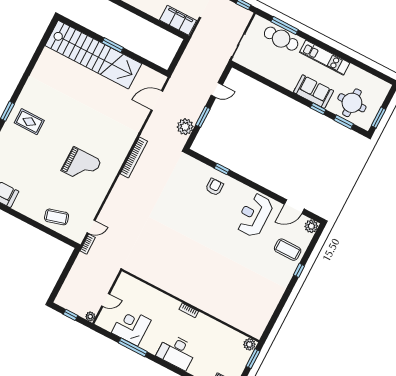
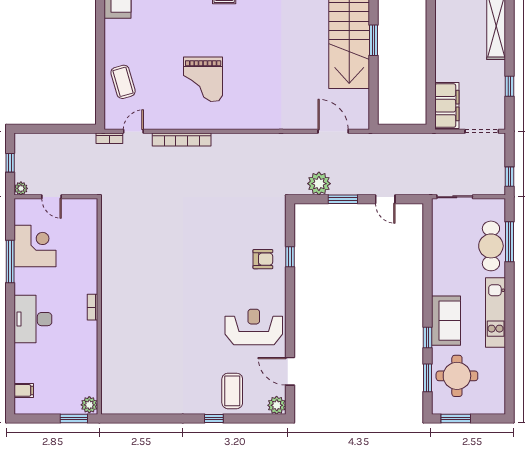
bookcase: (134, 158) -> (182, 140), moved
door: (91, 227) -> (133, 131), swing flipped

